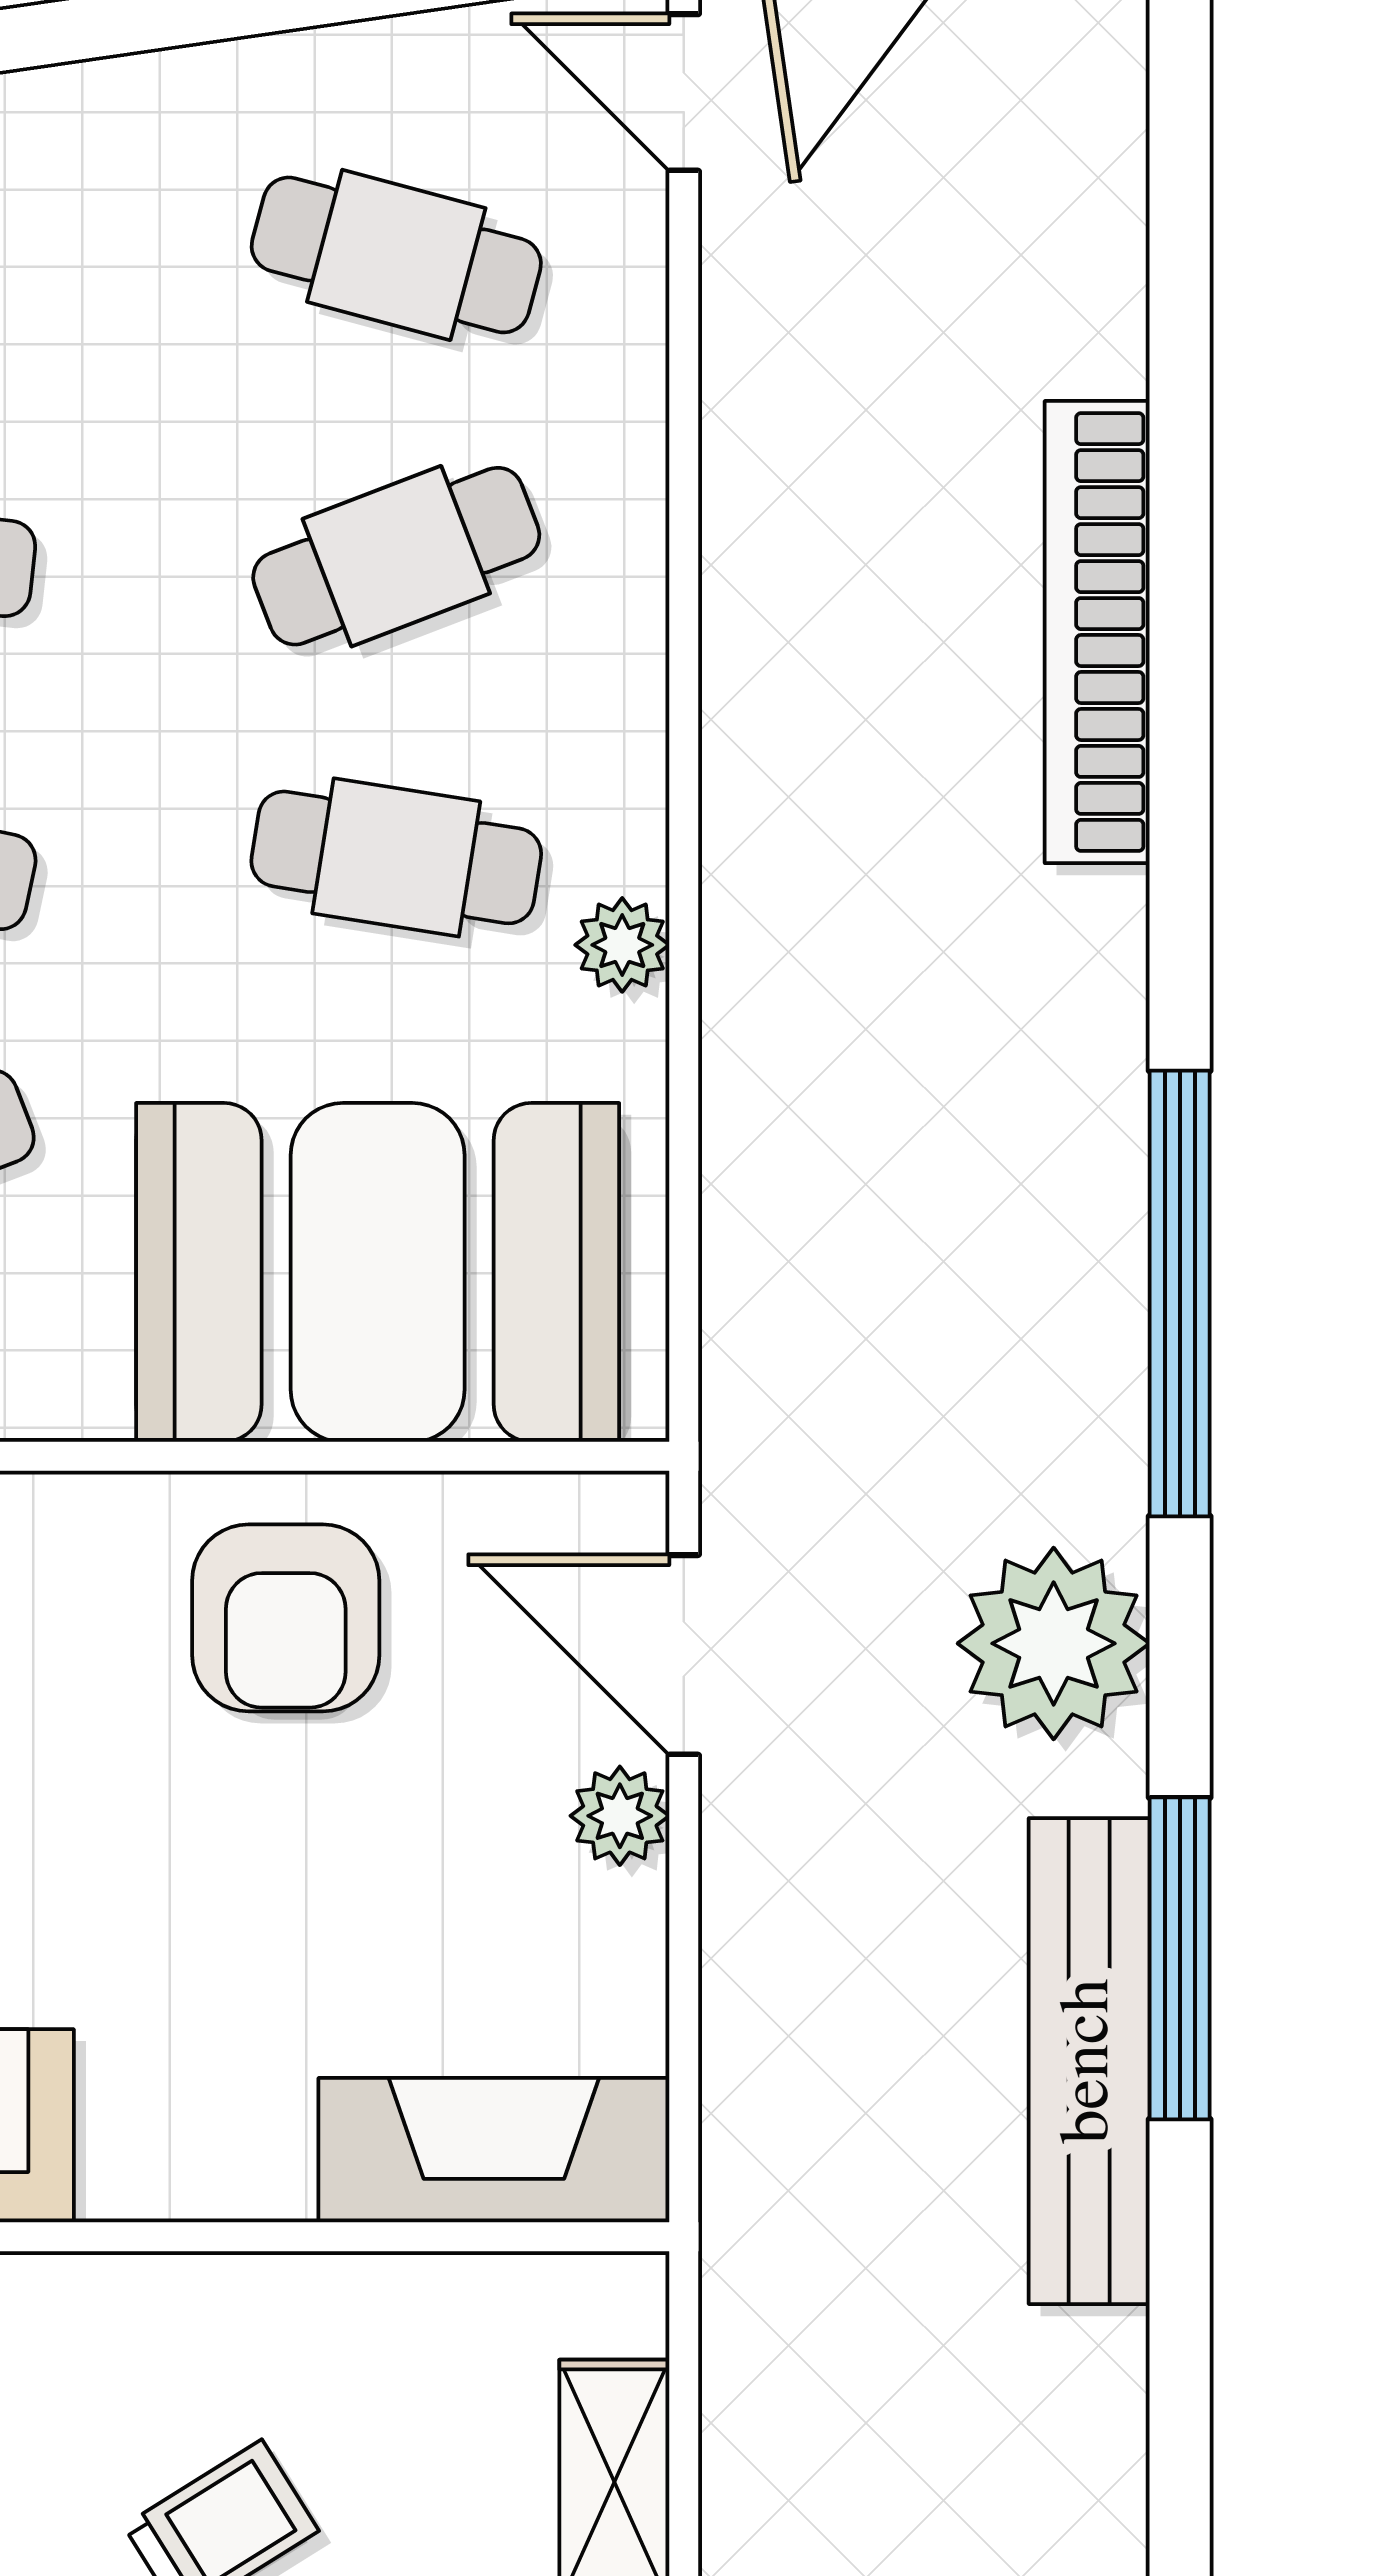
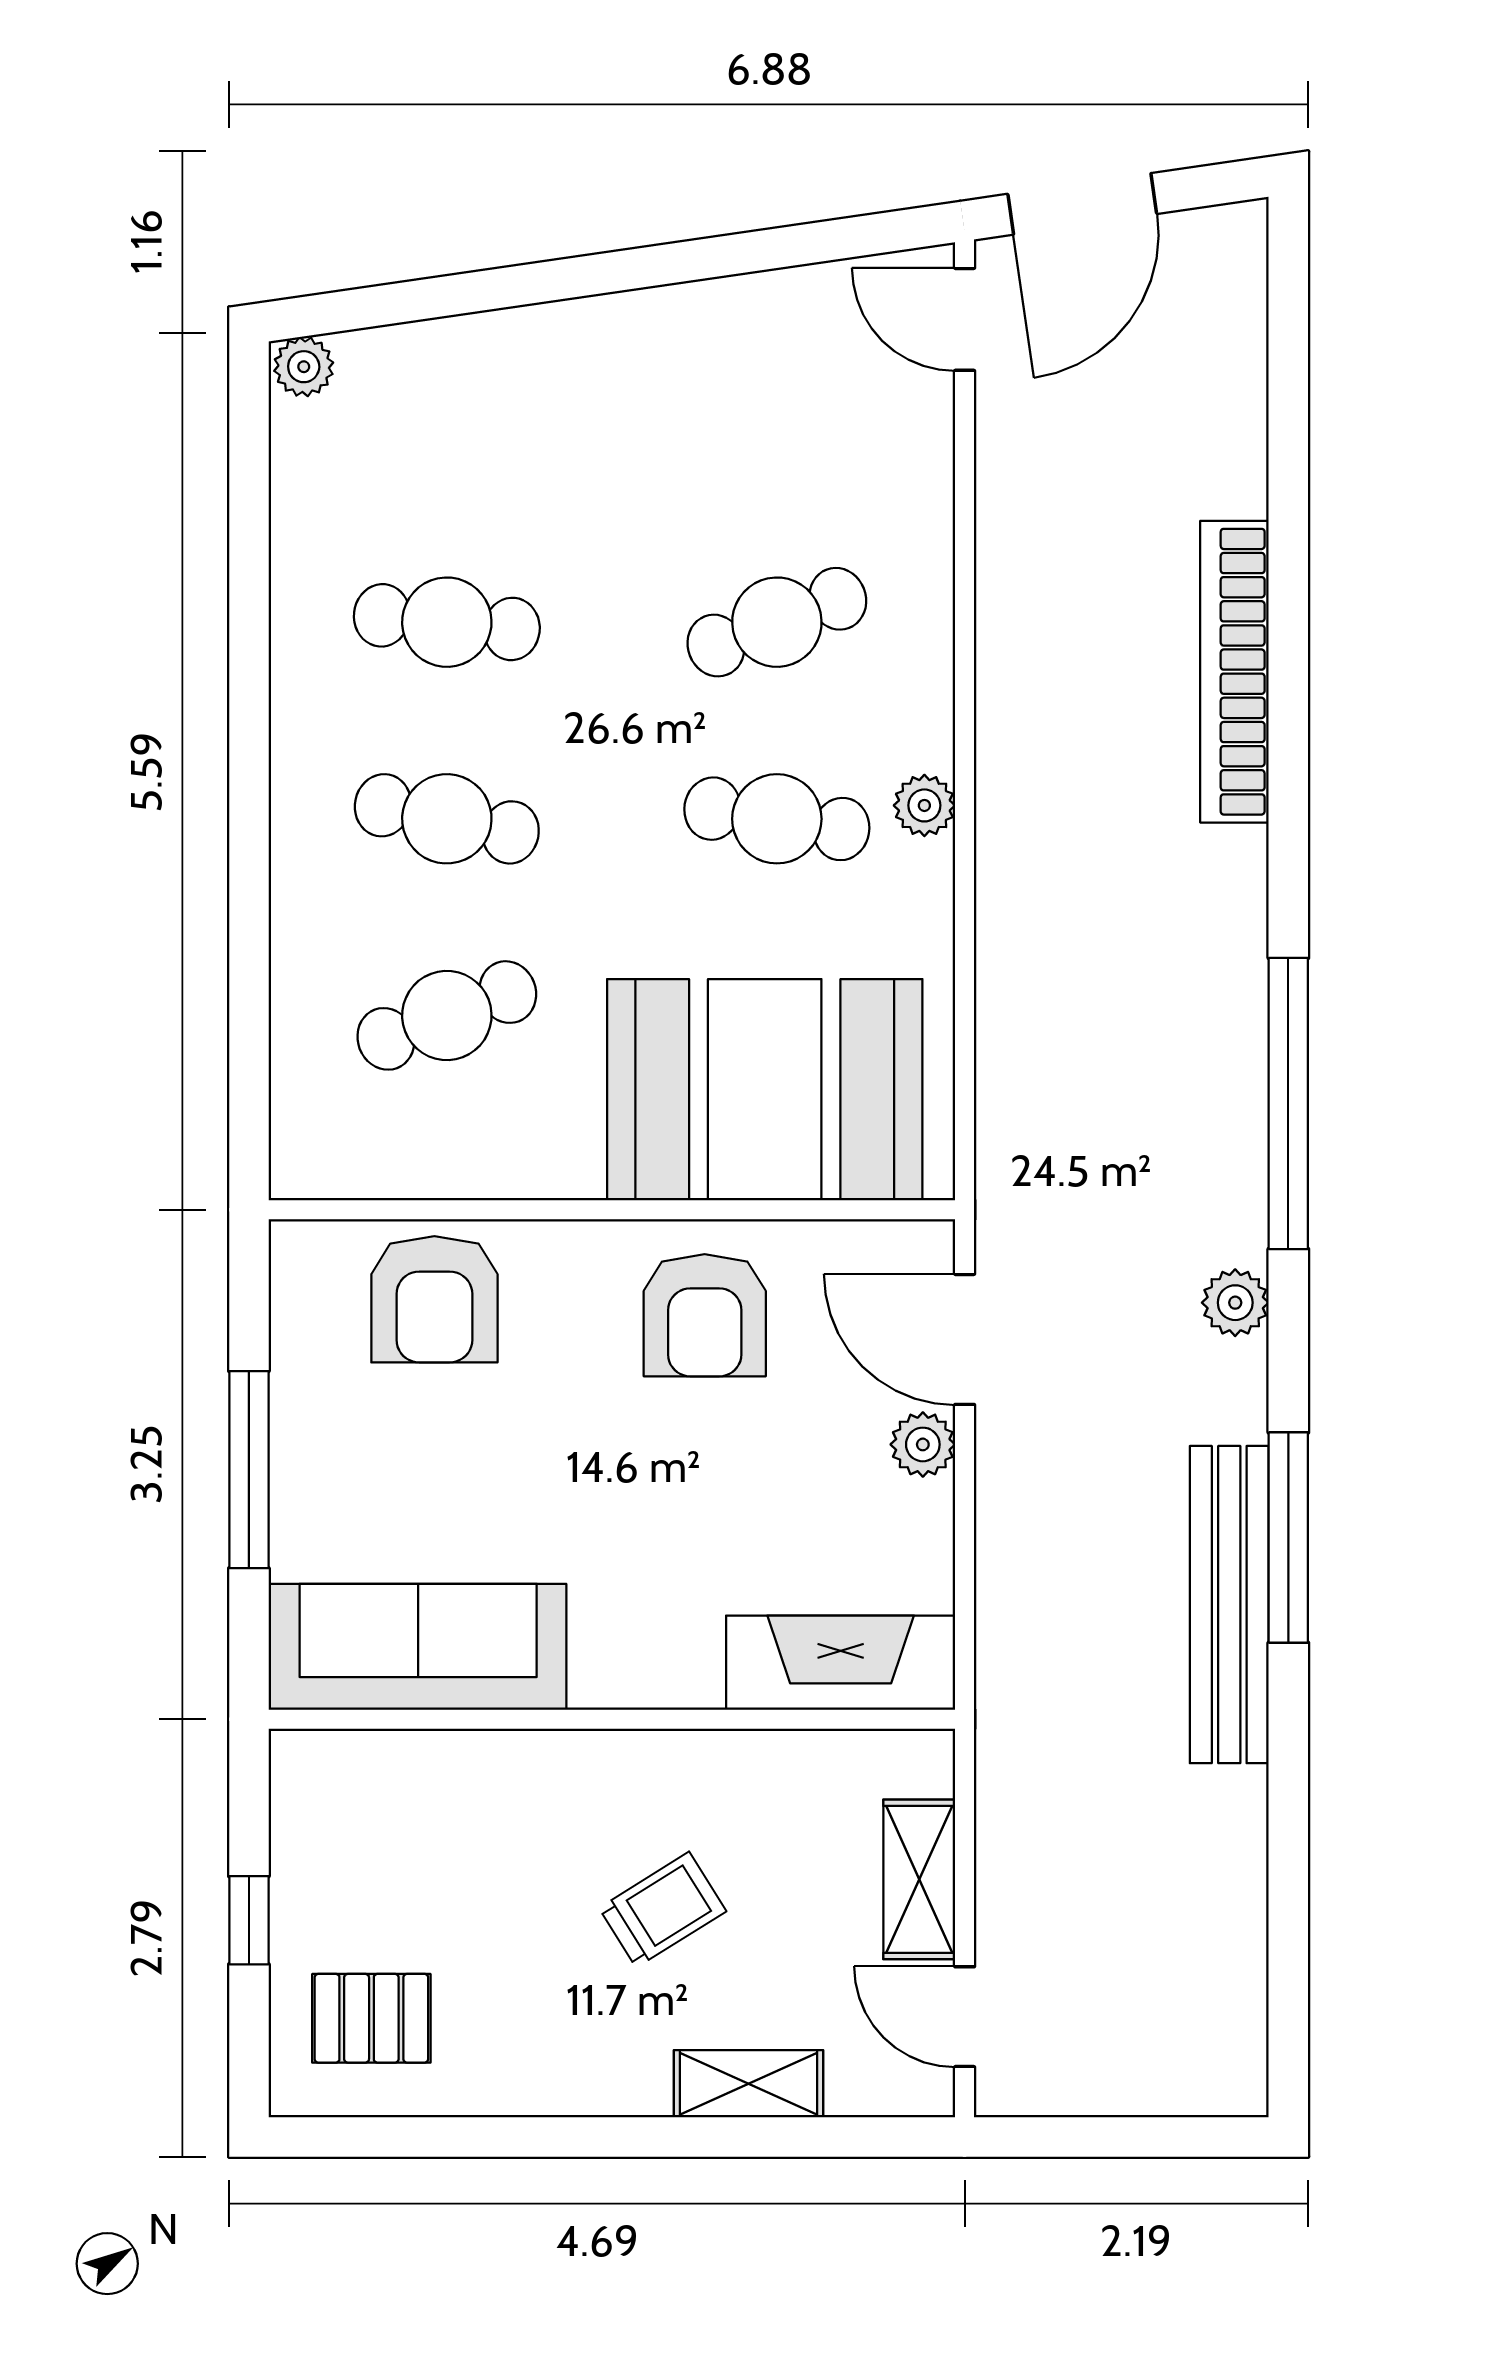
cafe table: (396, 255) -> (777, 425), removed
plant: (622, 945) -> (924, 805), moved
plant: (1054, 1643) -> (1235, 1303), width x0.53, depth x0.53

